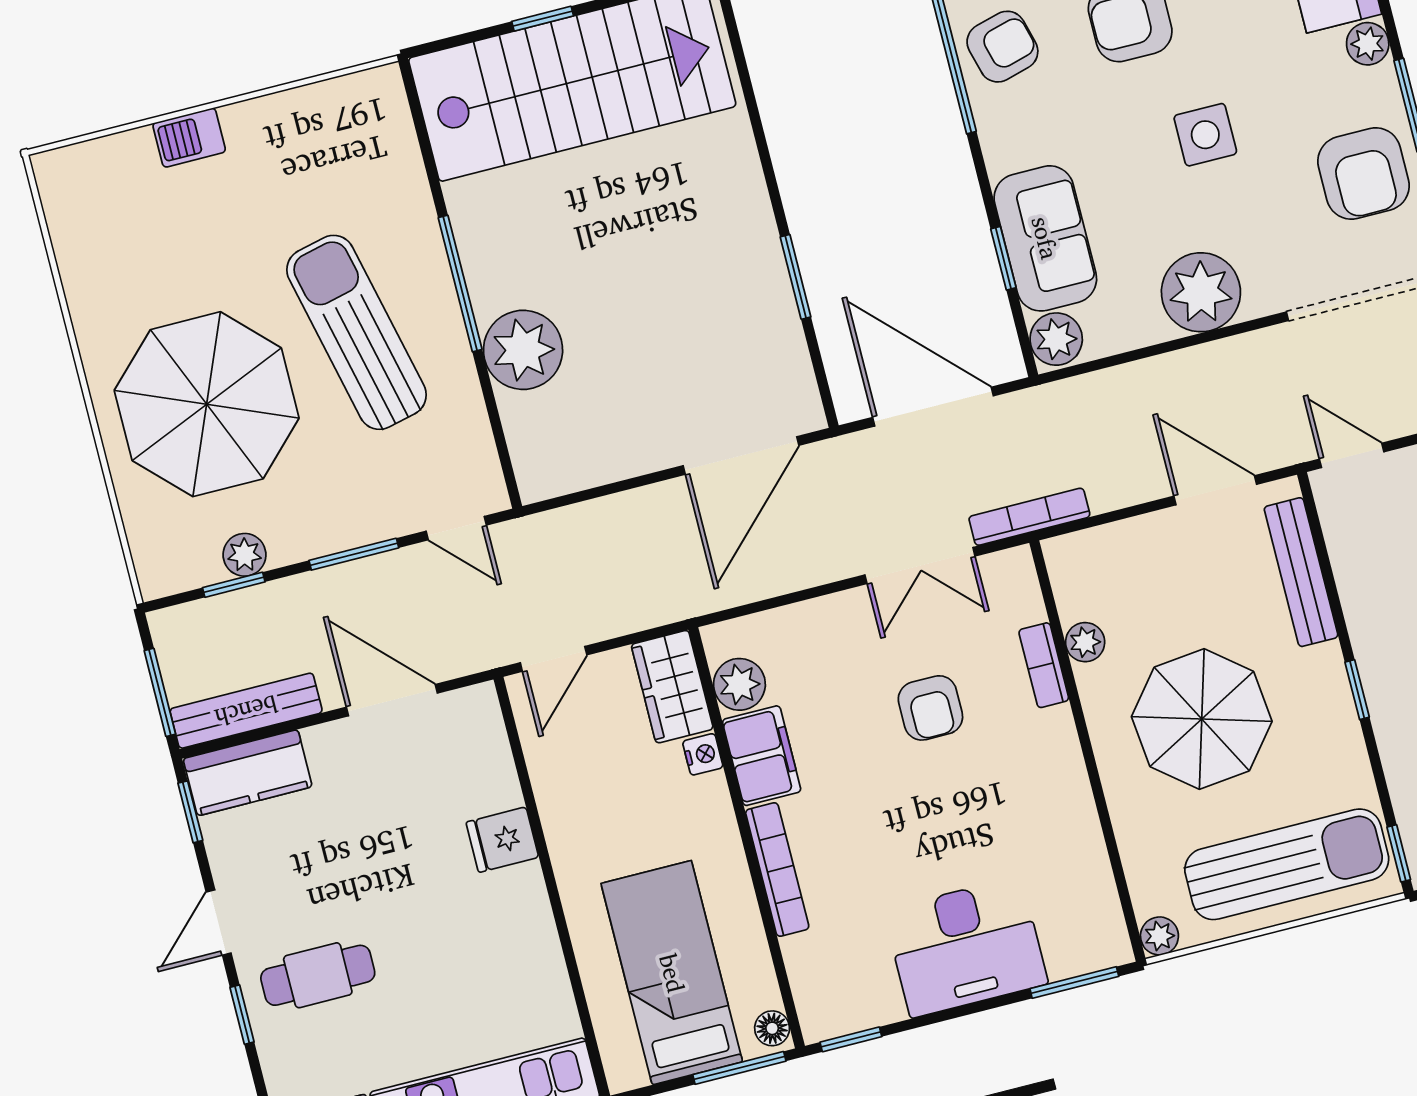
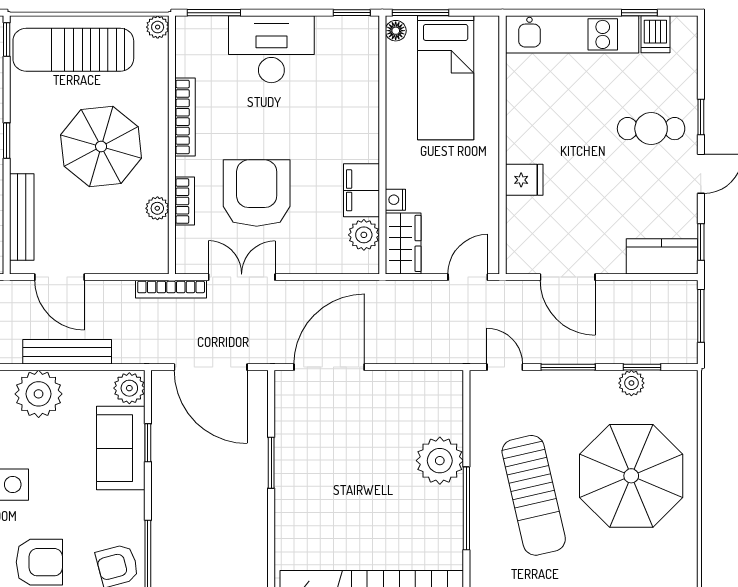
armchair: (930, 708) -> (257, 193), width x1.88, depth x1.88
bench: (246, 711) -> (67, 352), moved
bookcase: (777, 870) -> (185, 117), moved, turned 180

